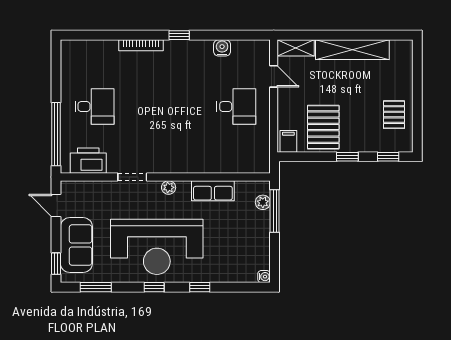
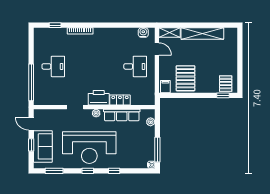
window: (179, 35) -> (55, 25), moved
water cooler: (222, 48) -> (143, 33), moved
pallet: (394, 115) -> (226, 84), moved
window: (347, 157) -> (199, 95), removed
printer: (88, 161) -> (99, 98), moved
locker: (210, 165) -> (120, 100), added
row of seats: (213, 191) -> (122, 115), width x1.48
window: (275, 211) -> (157, 150), moved
window: (56, 264) -> (31, 145), moved

